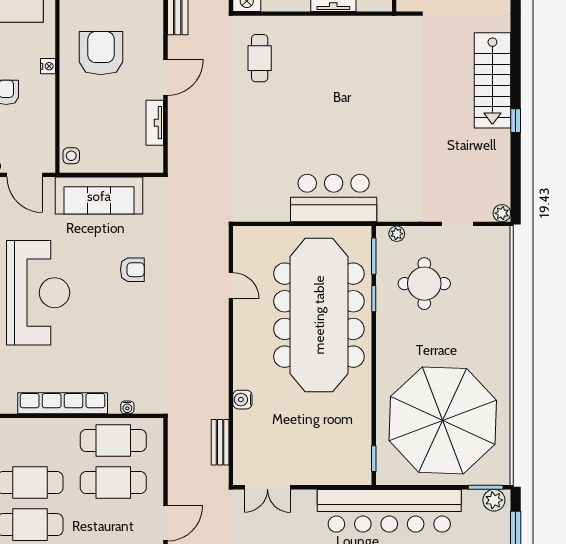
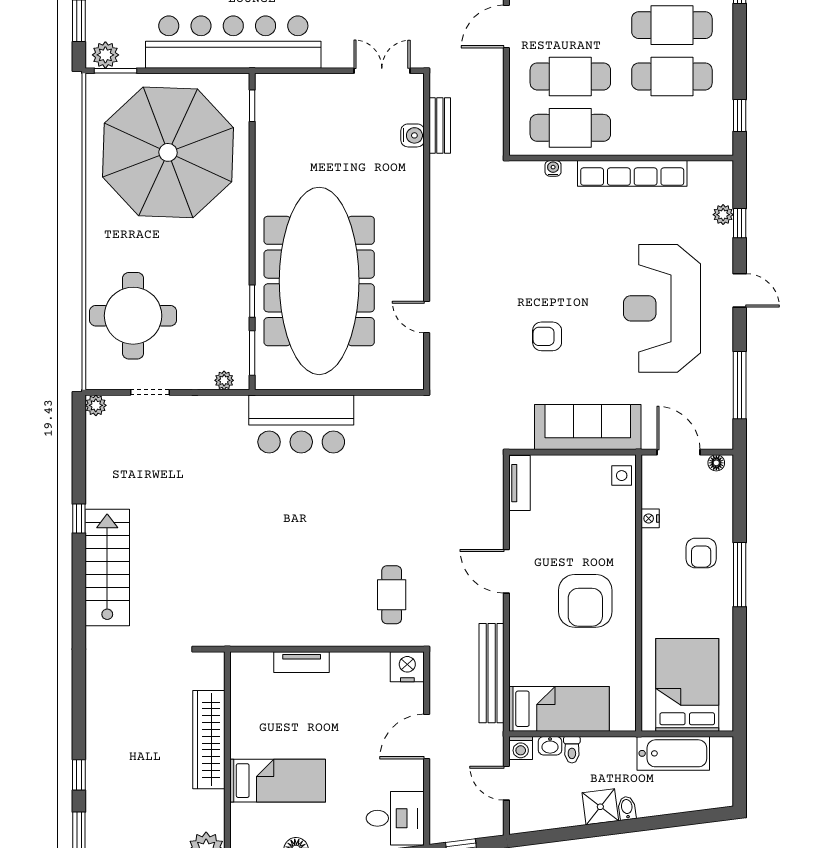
nightstand: (48, 66) -> (650, 518), moved
door: (166, 77) -> (506, 571), hinge flipped
tv unit: (155, 123) -> (520, 483), moved
round table: (424, 284) -> (133, 316), moved, width x1.36, depth x1.36
water cooler: (242, 400) -> (413, 135), moved

